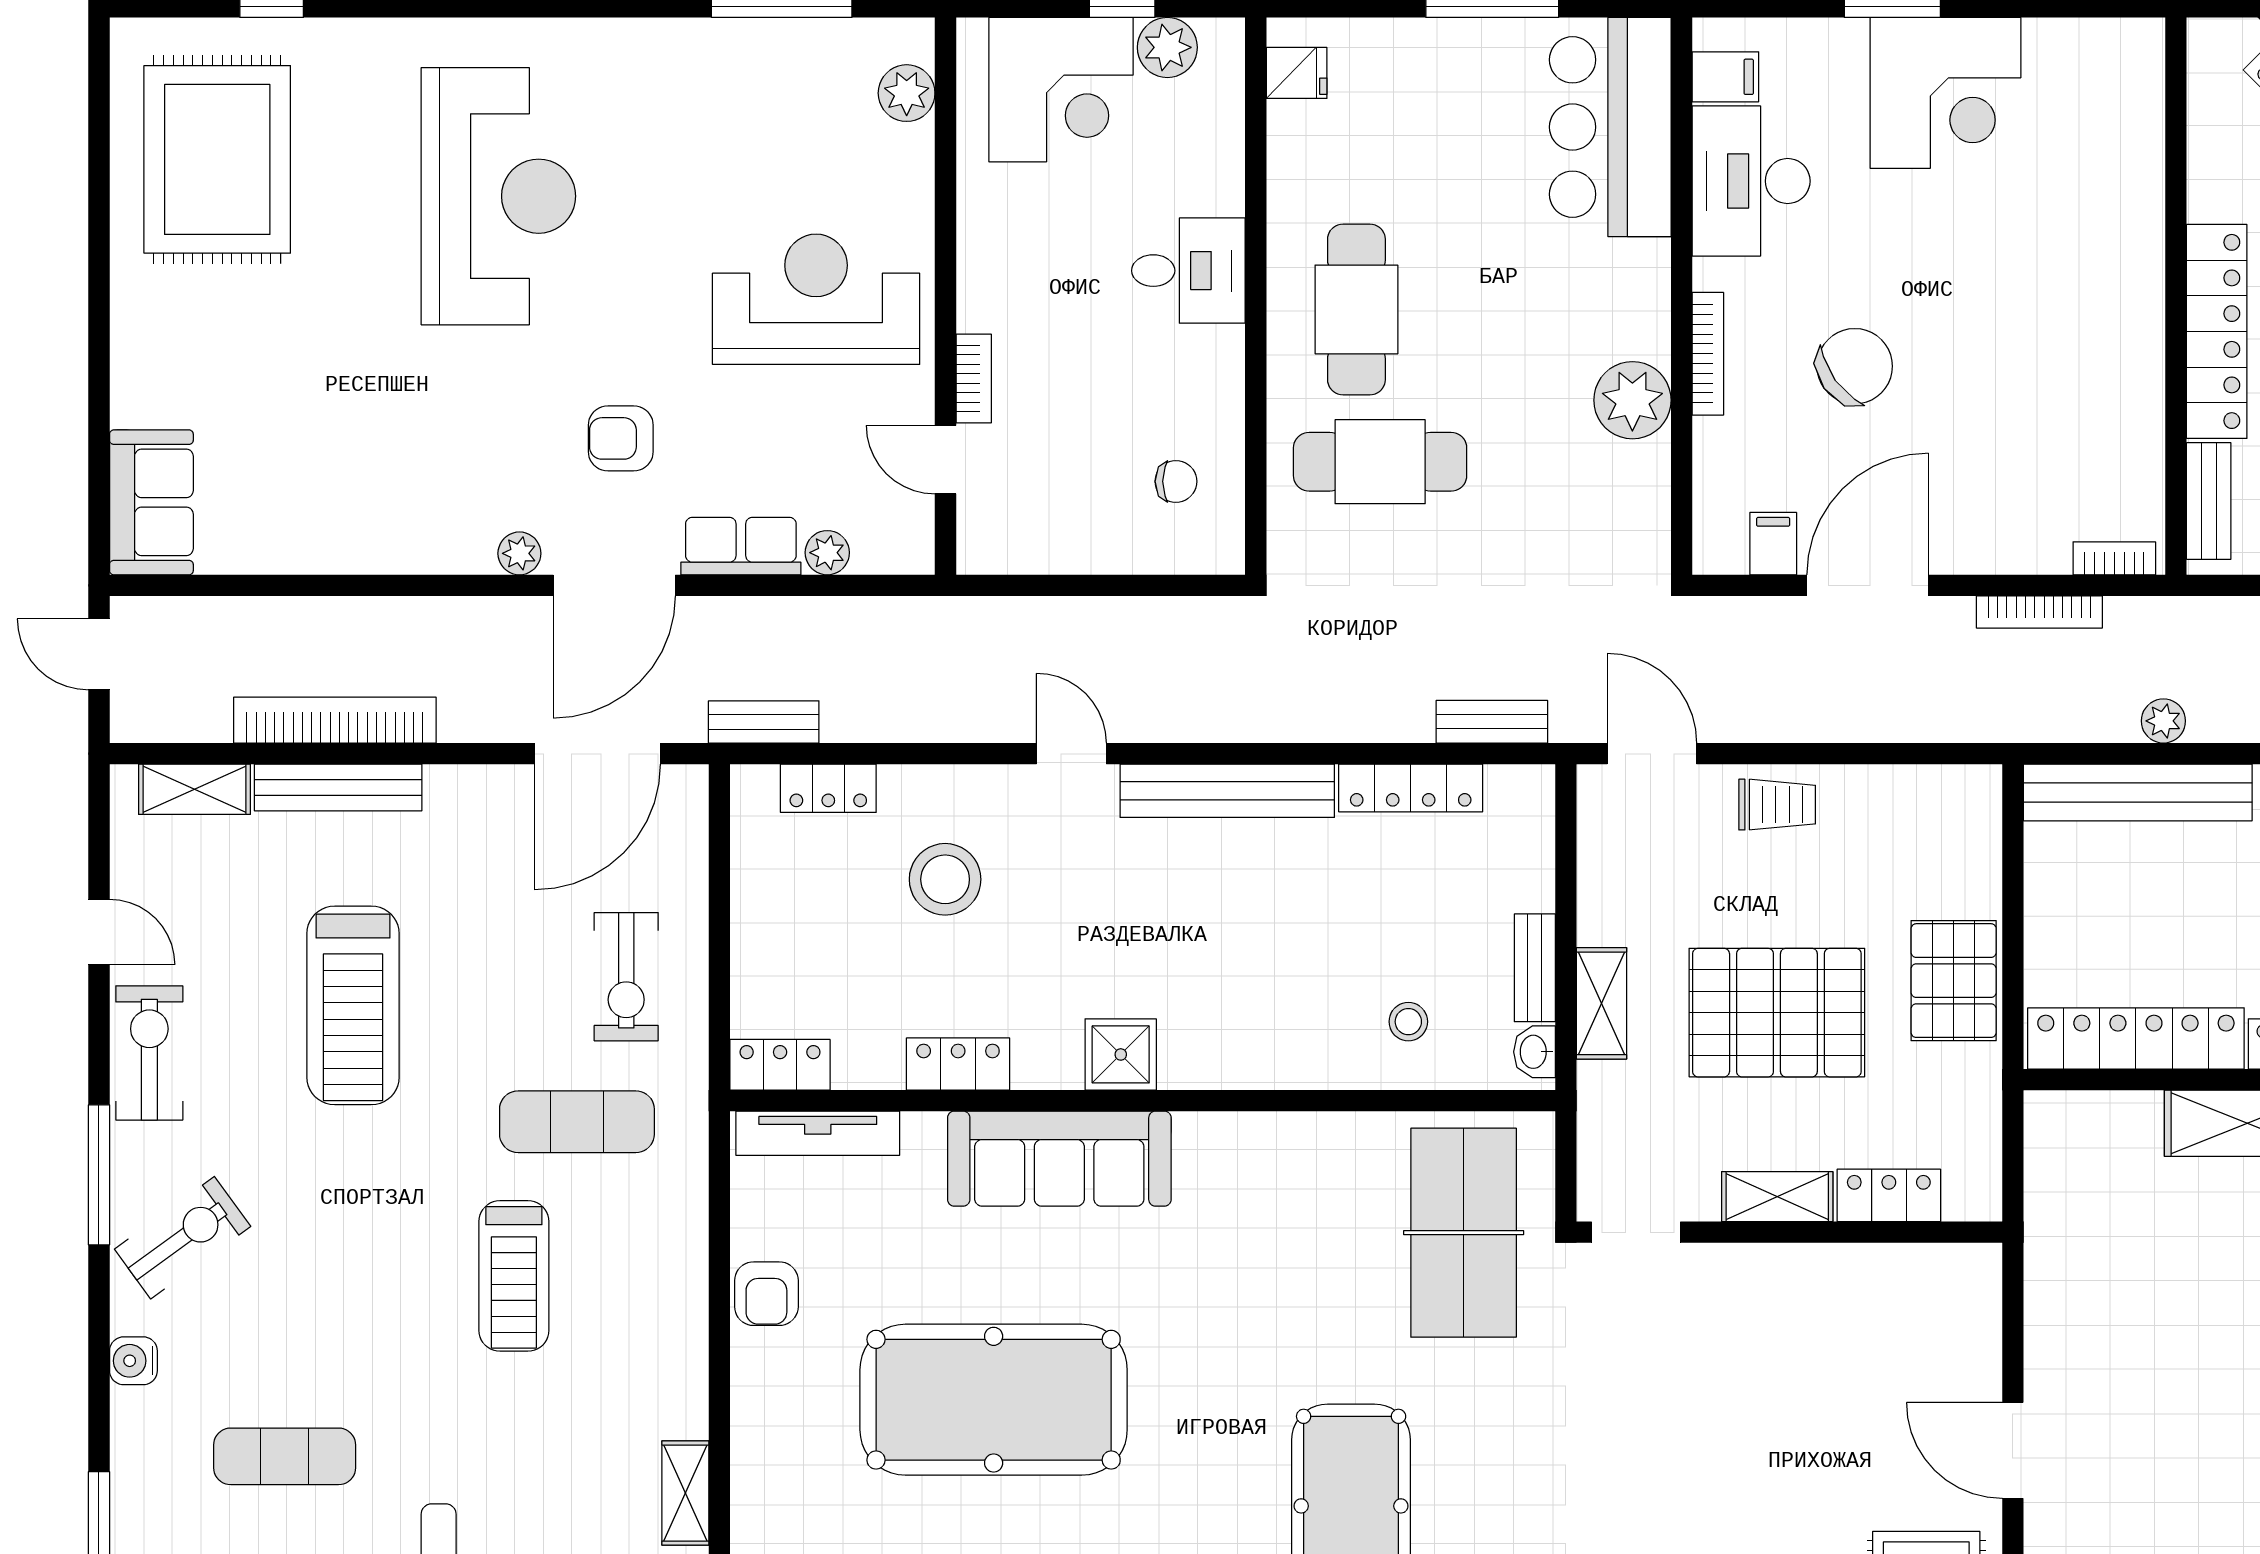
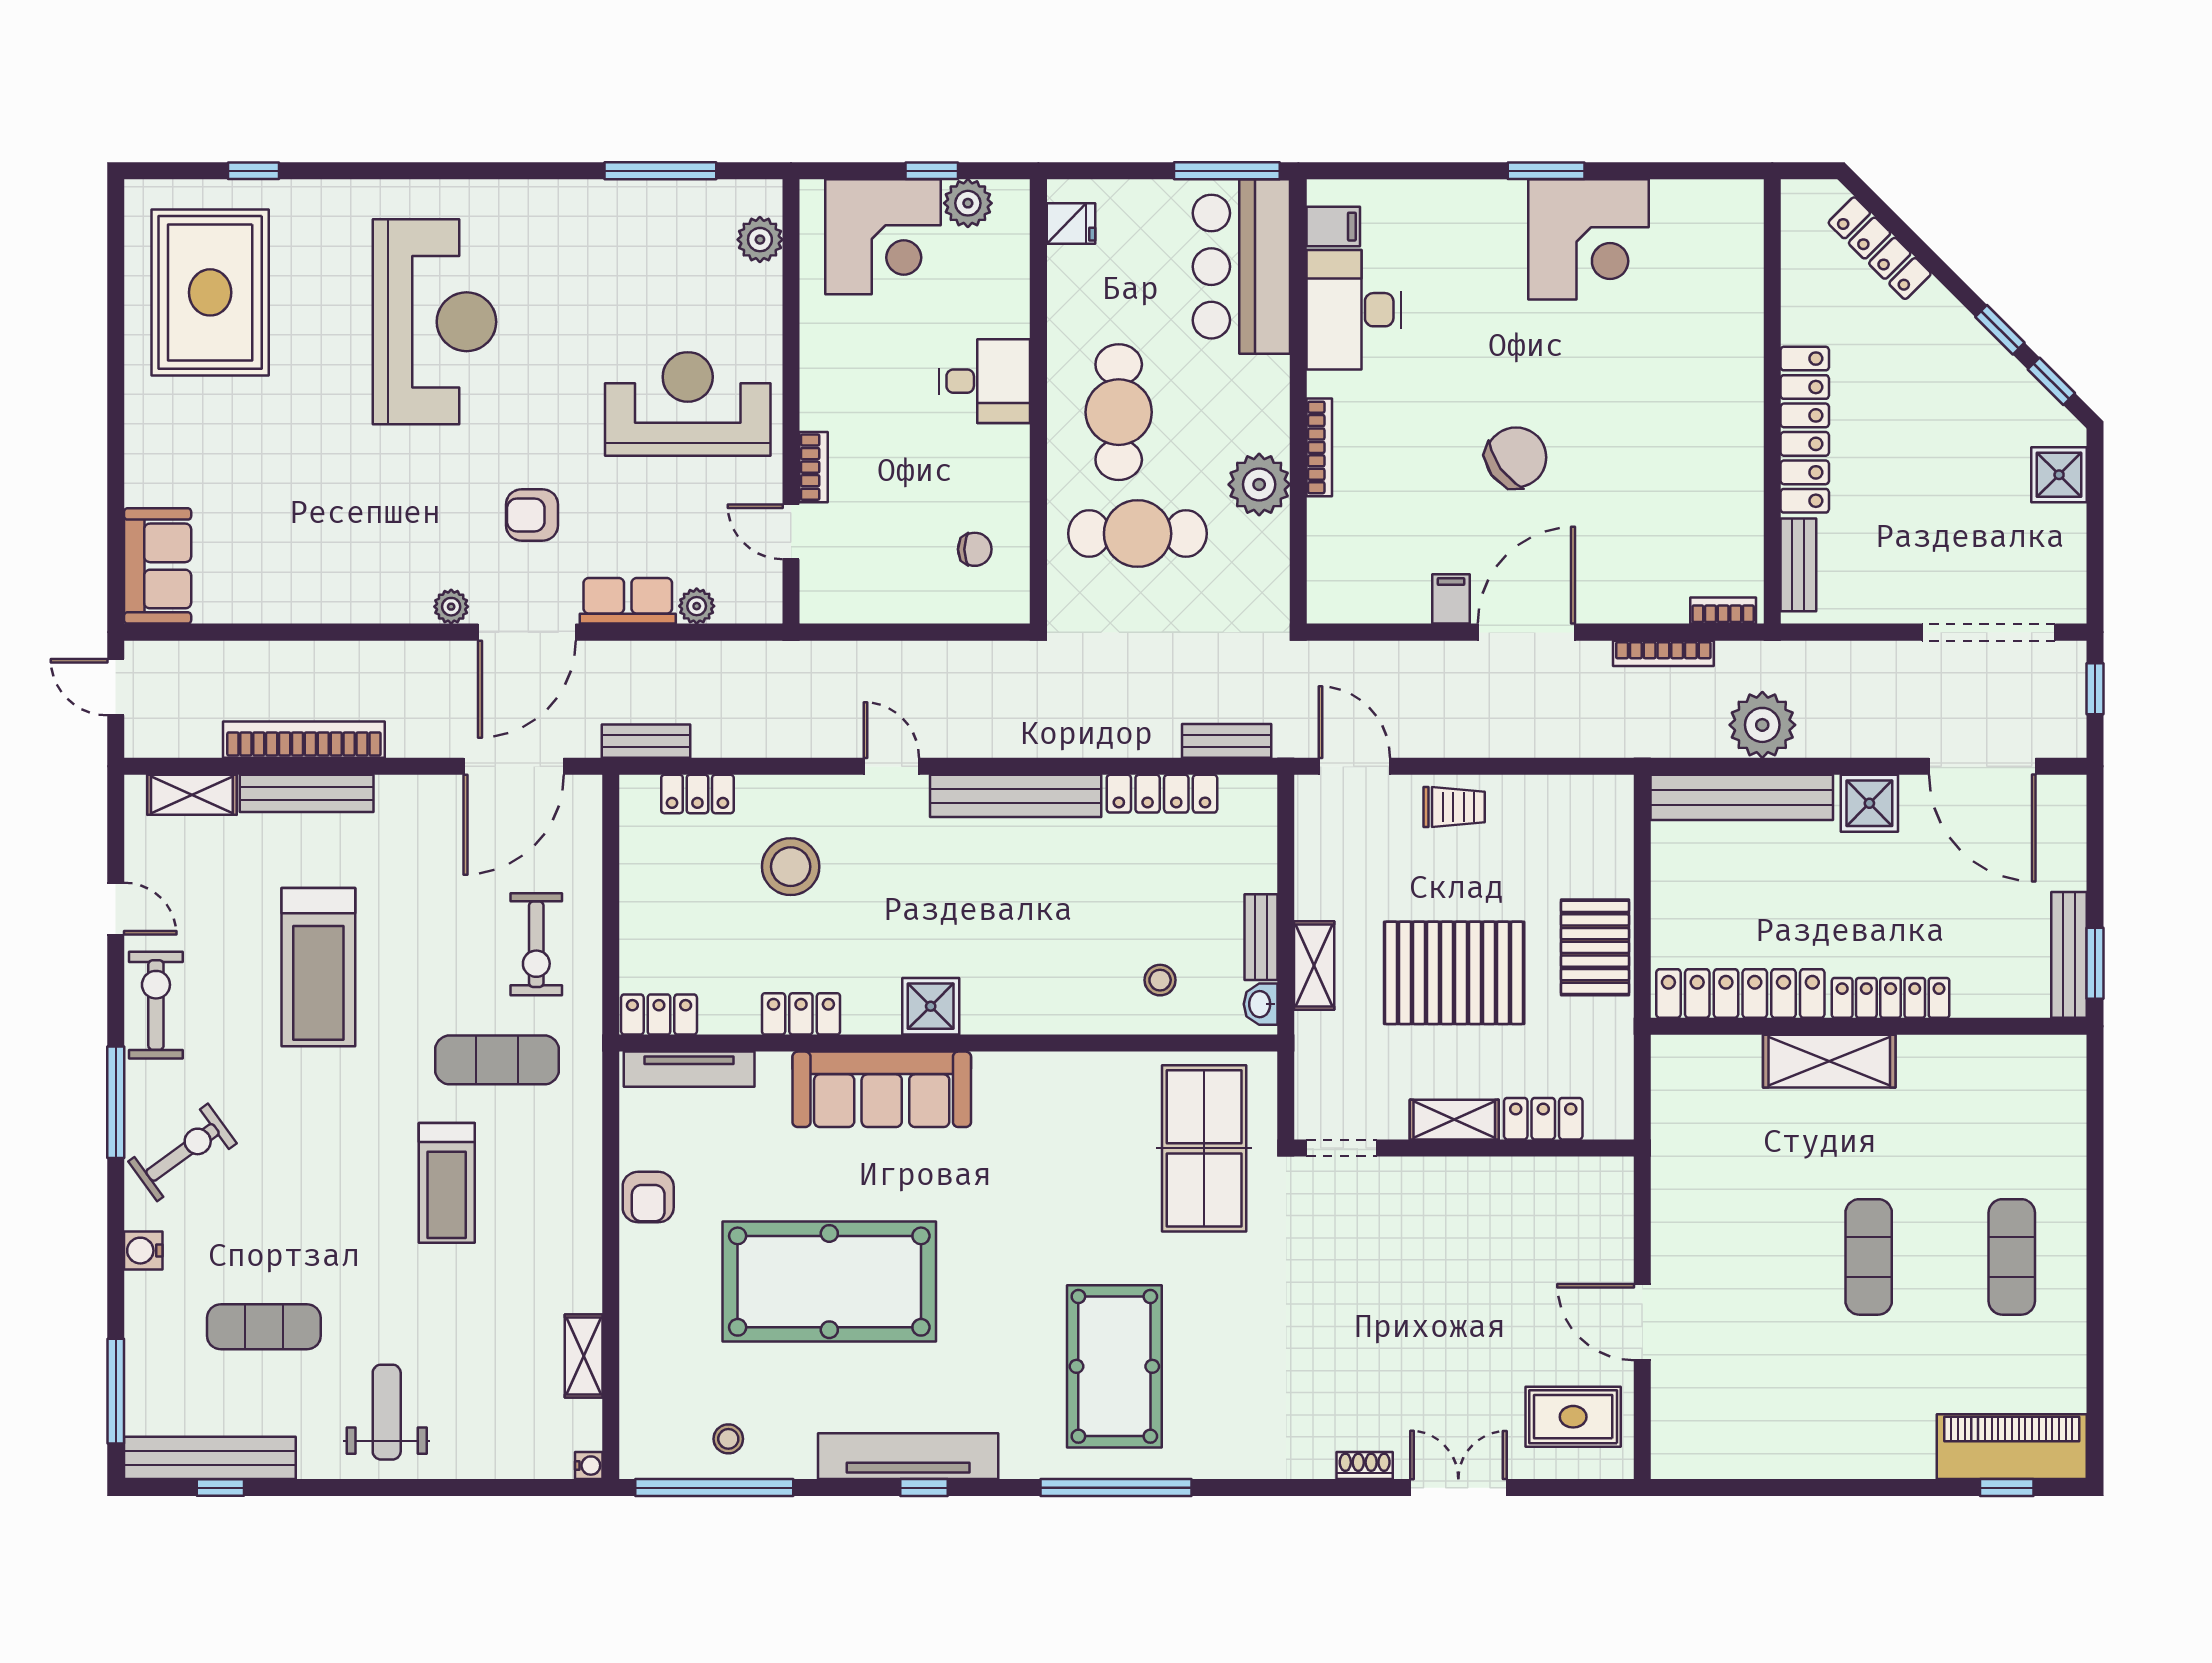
filing cabinet: (1725, 77) -> (1333, 227), moved
bar counter: (1610, 127) -> (1241, 267), moved
desk: (1751, 181) -> (1354, 310), moved
wall: (1682, 296) -> (1298, 401), moved
bookcase: (1708, 354) -> (1319, 447), moved
plant: (1632, 400) -> (1259, 484), moved
plant: (2163, 721) -> (1762, 725), width x1.87, depth x1.87

